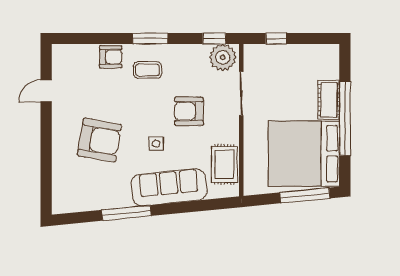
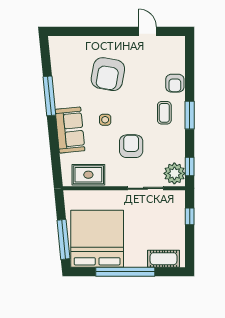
cot: (329, 100) -> (164, 259), moved
sofa: (169, 187) -> (70, 130), width x0.73

